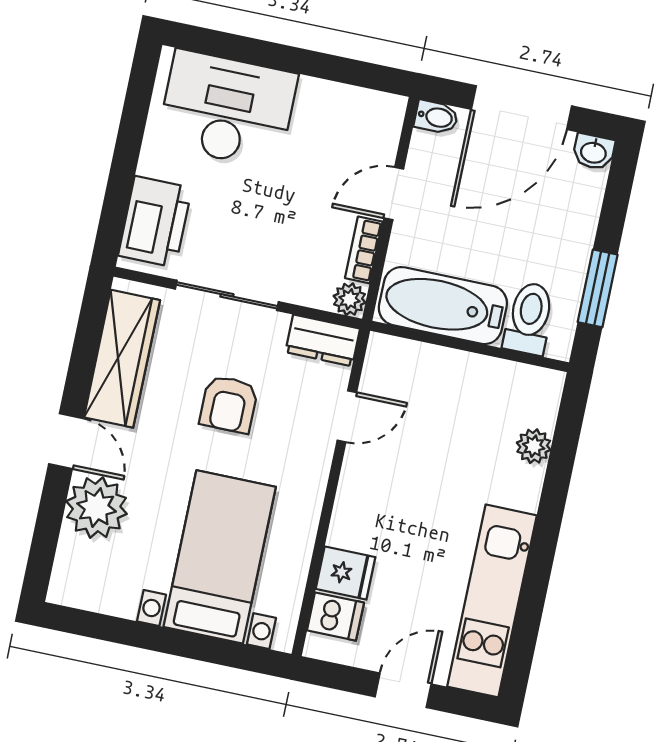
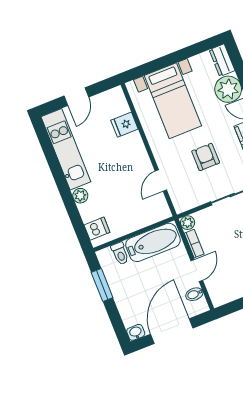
bidet: (436, 117) -> (194, 294), moved
toilet: (529, 318) -> (120, 253), width x0.73, depth x0.72
dresser: (323, 340) -> (222, 60), moved, turned -90
plant: (534, 446) -> (80, 196), moved
dishwasher: (335, 617) -> (97, 229), moved, turned 180

